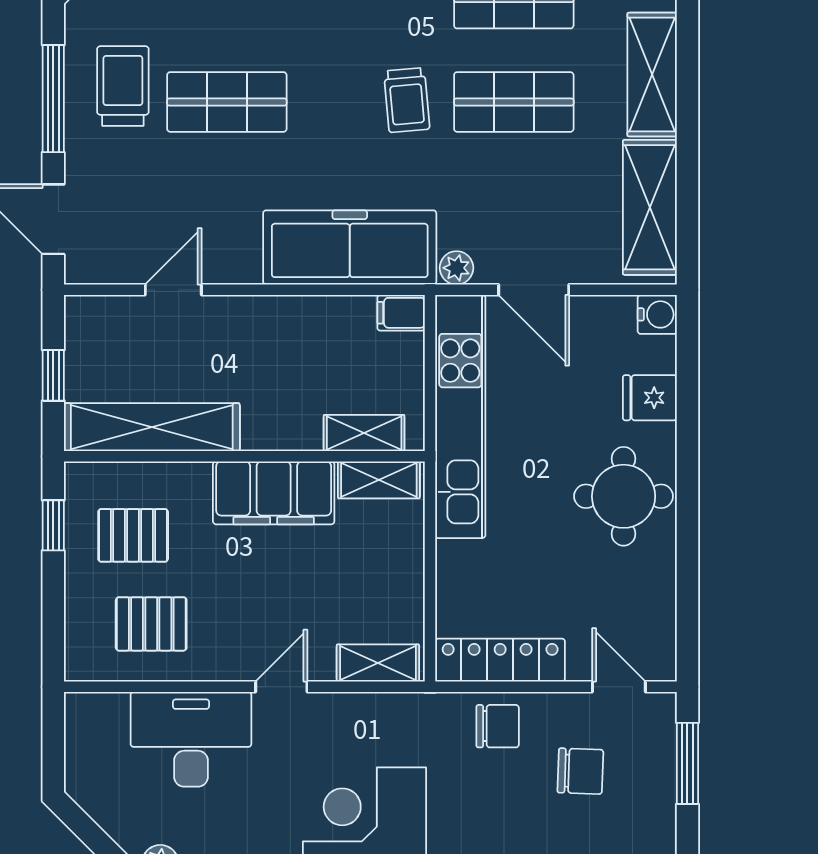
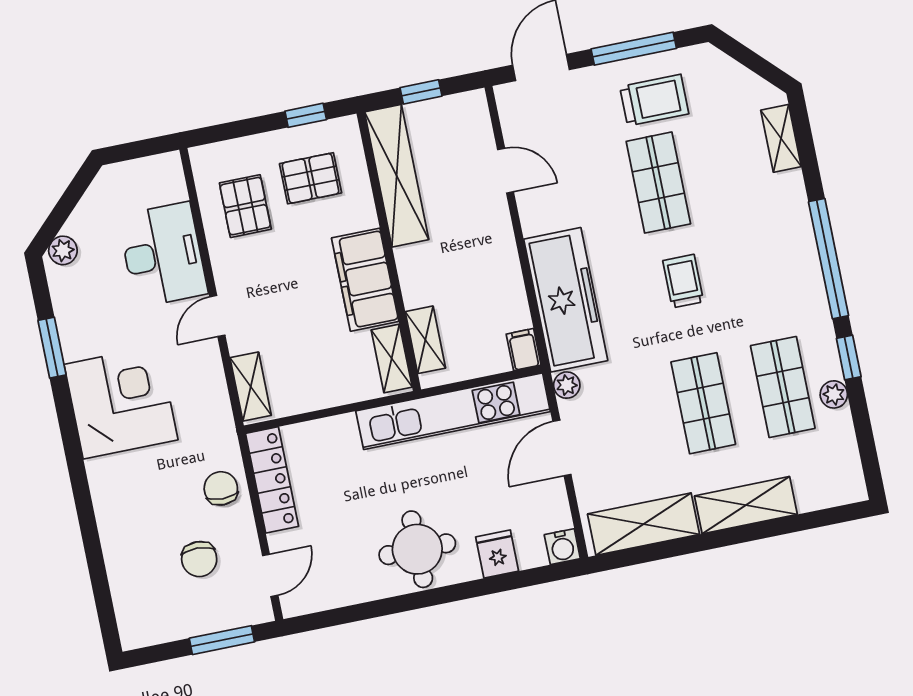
trolley: (407, 100) -> (683, 281), moved, turned 95
pallet: (133, 535) -> (311, 178), turned 90
door: (281, 687) -> (217, 316), swing flipped
chair: (498, 726) -> (221, 488), turned 180

